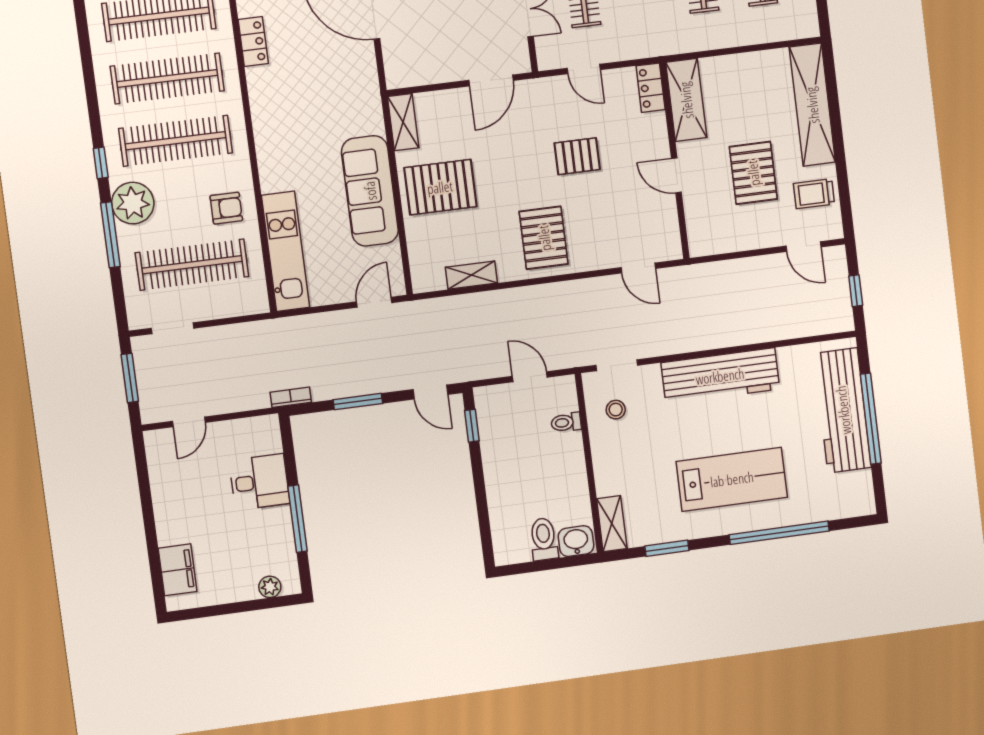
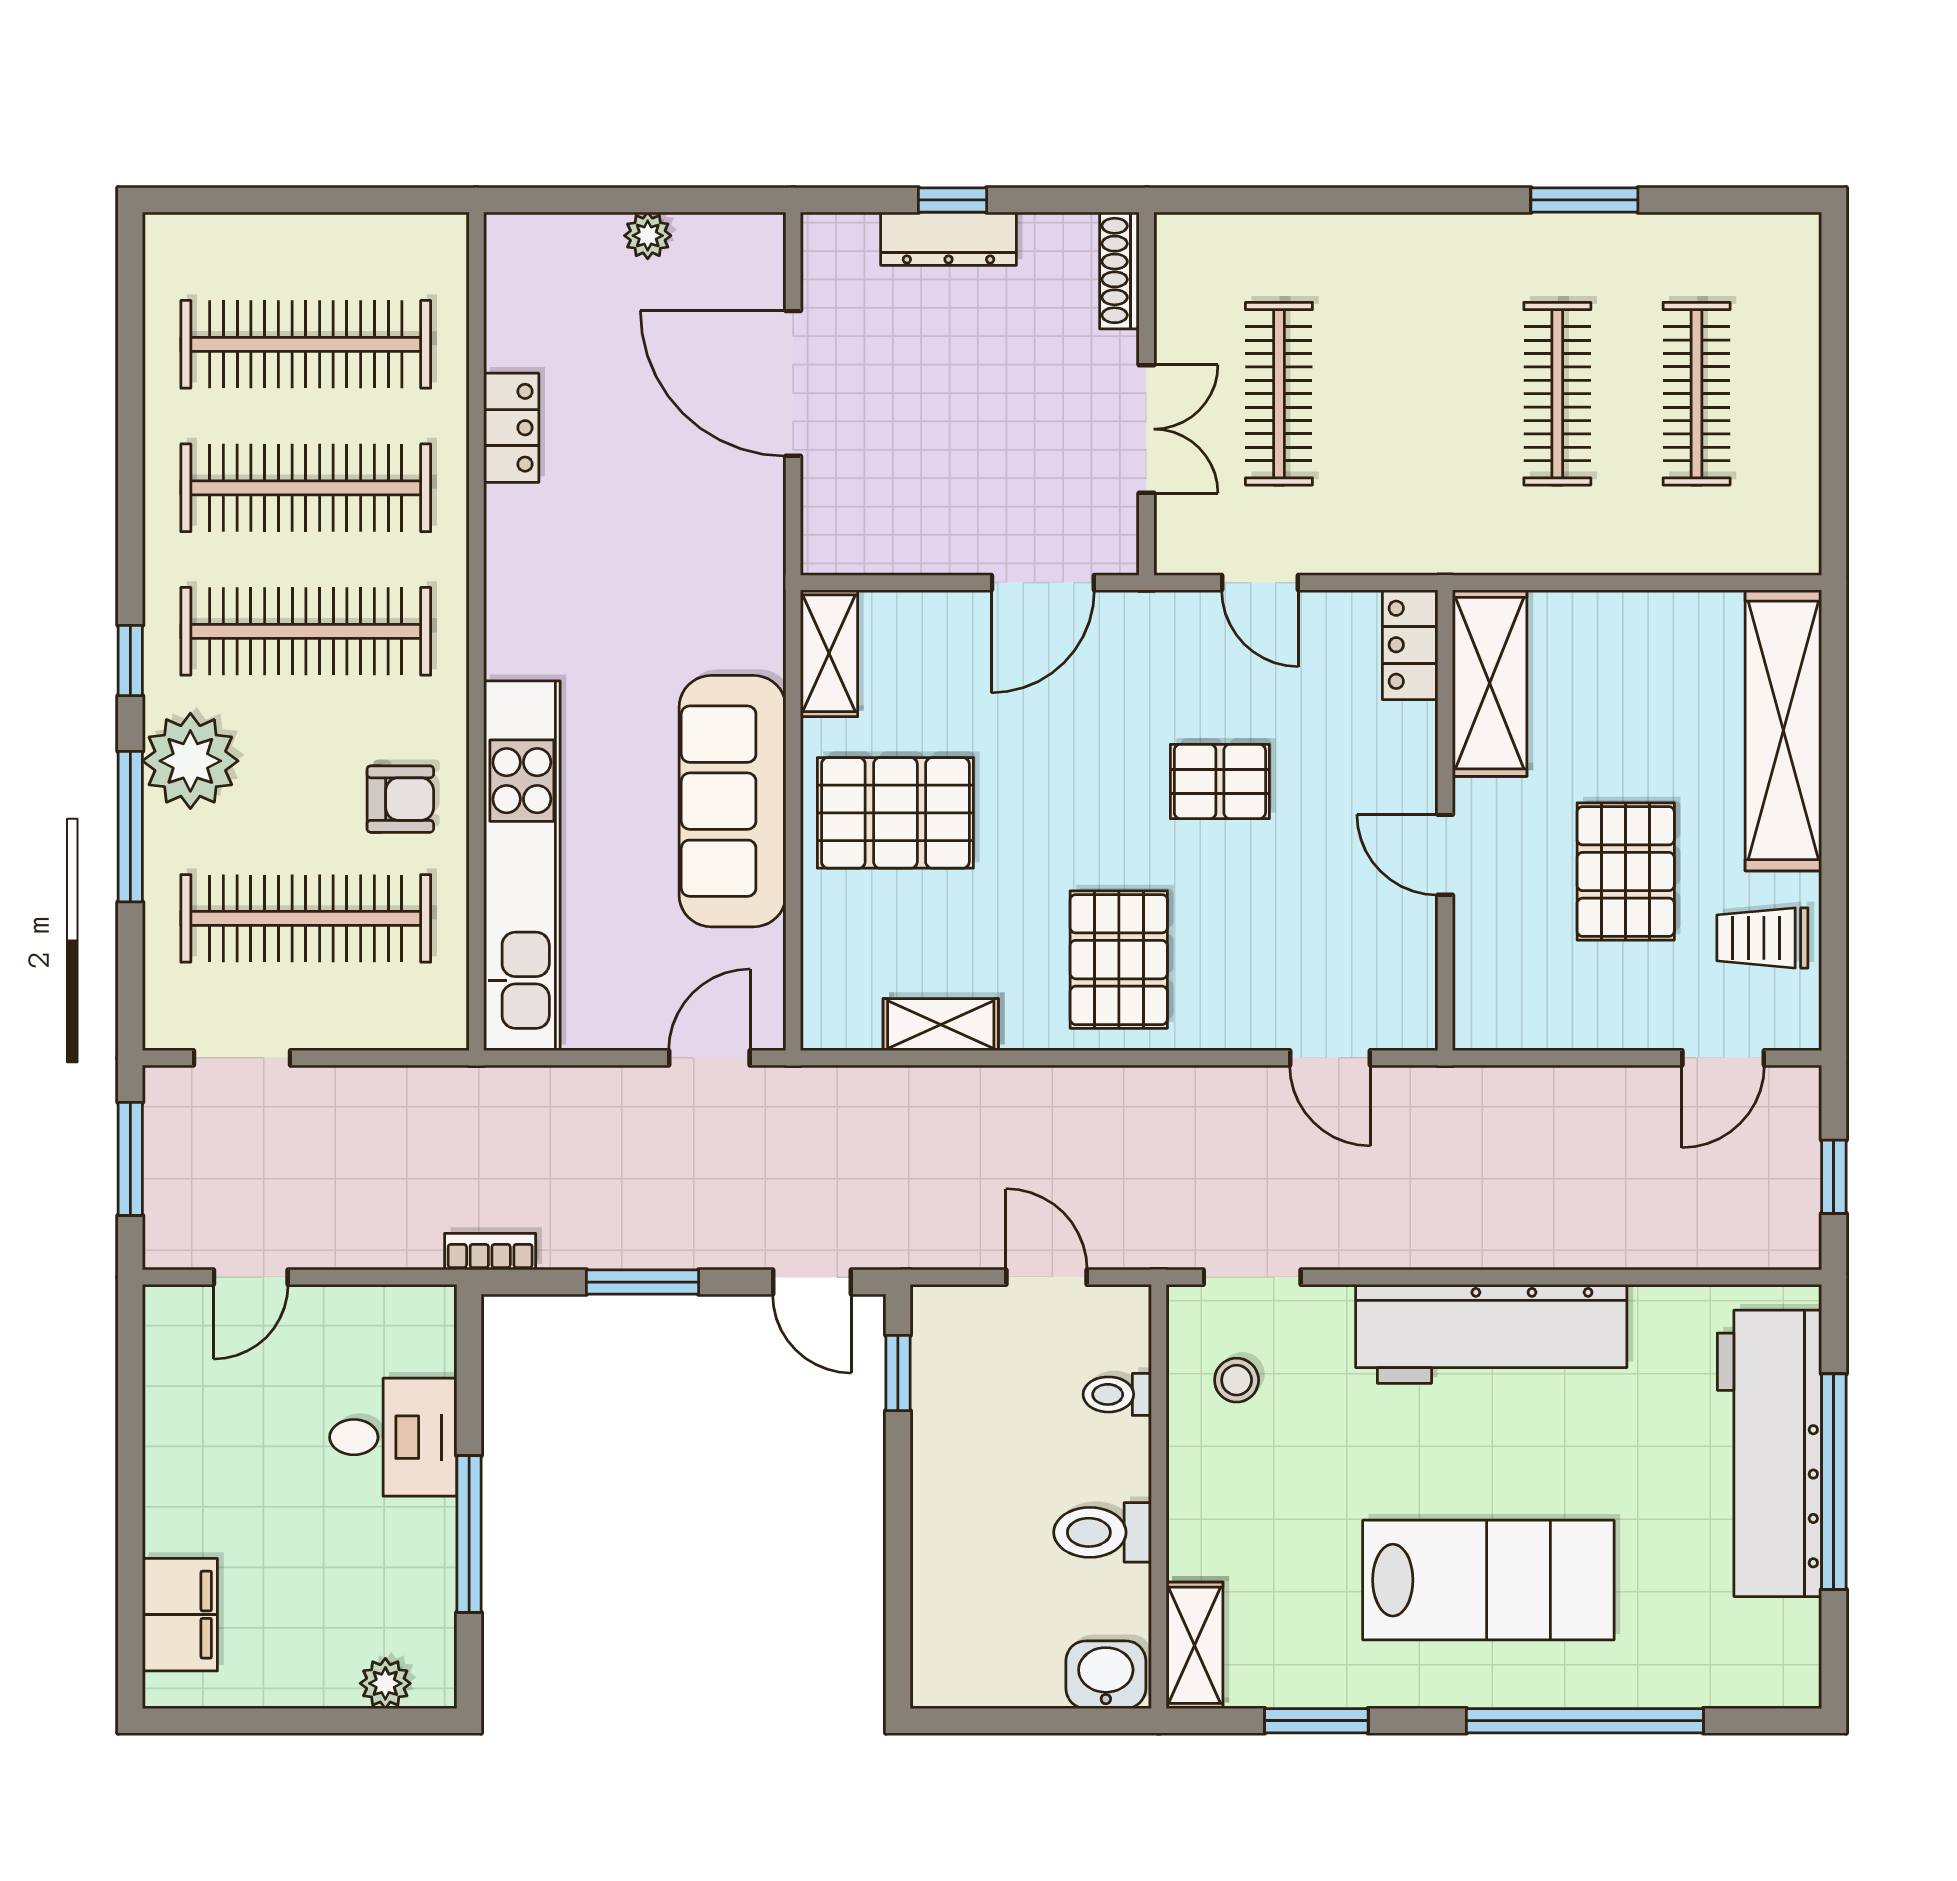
door: (804, 247) -> (1723, 1058), hinge flipped
kitchen unit: (285, 251) -> (522, 866), width x1.36
toilet: (544, 539) -> (1103, 1532), moved, turned -90

